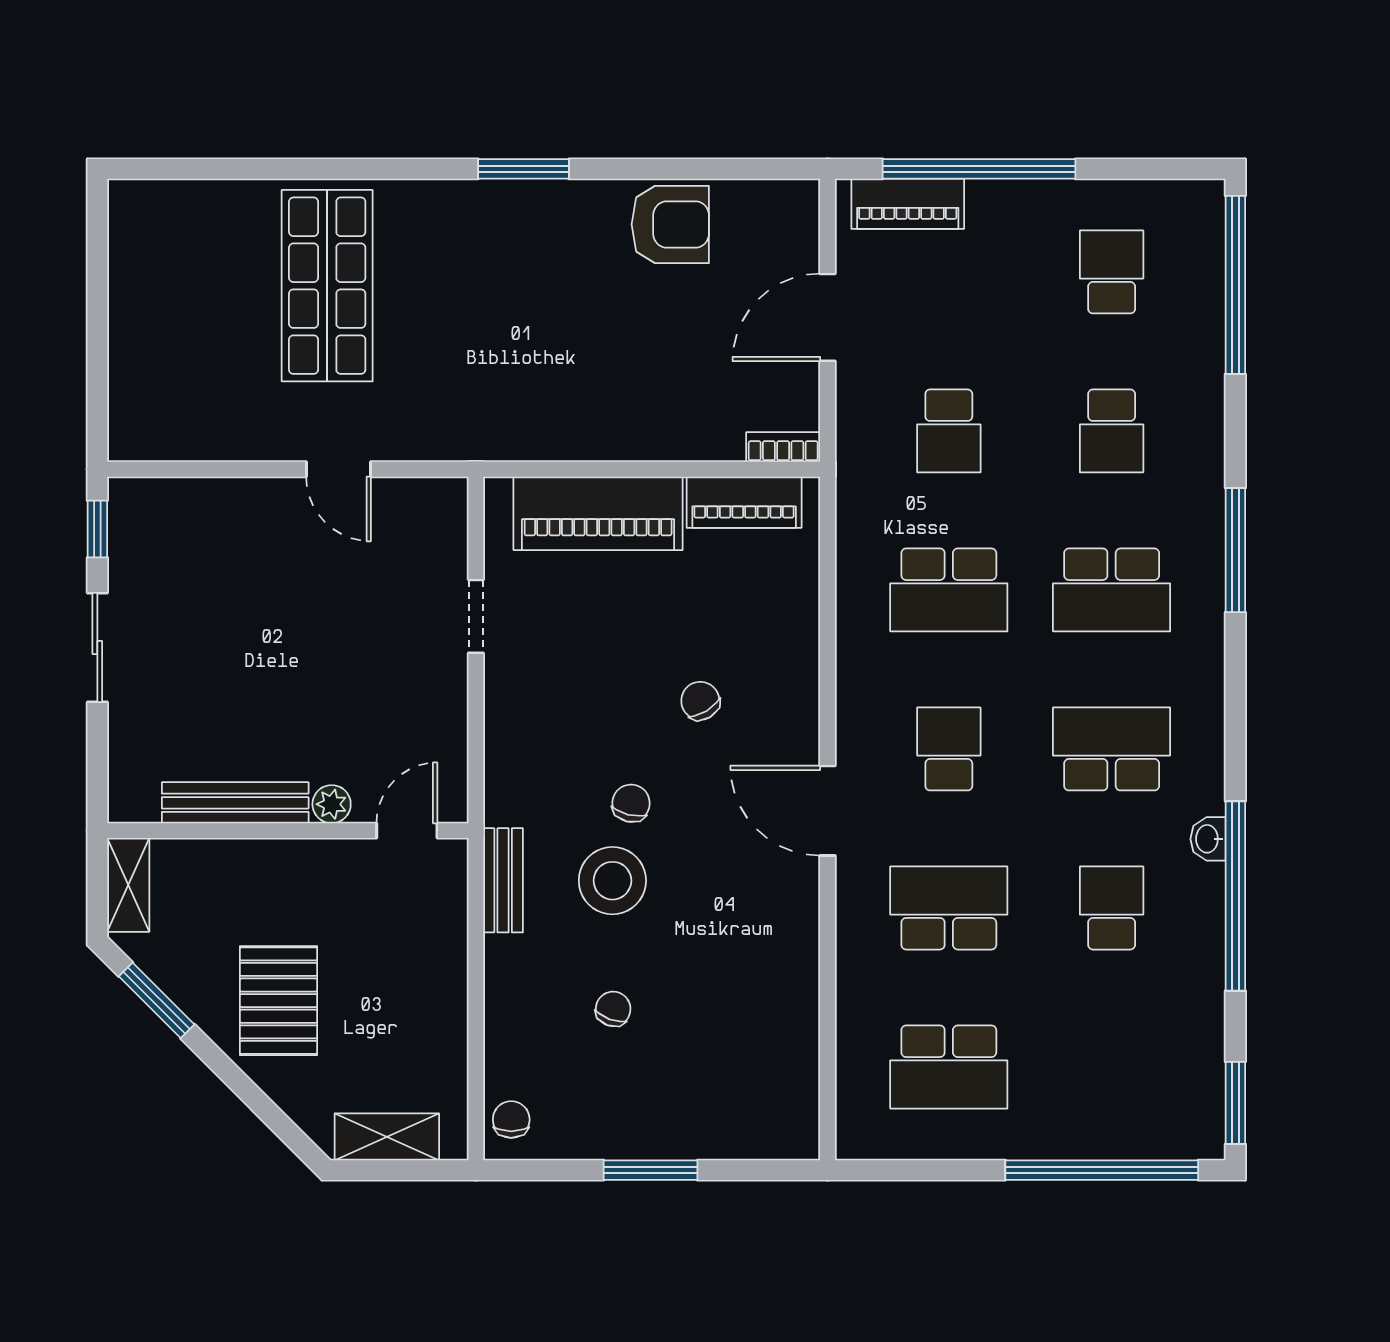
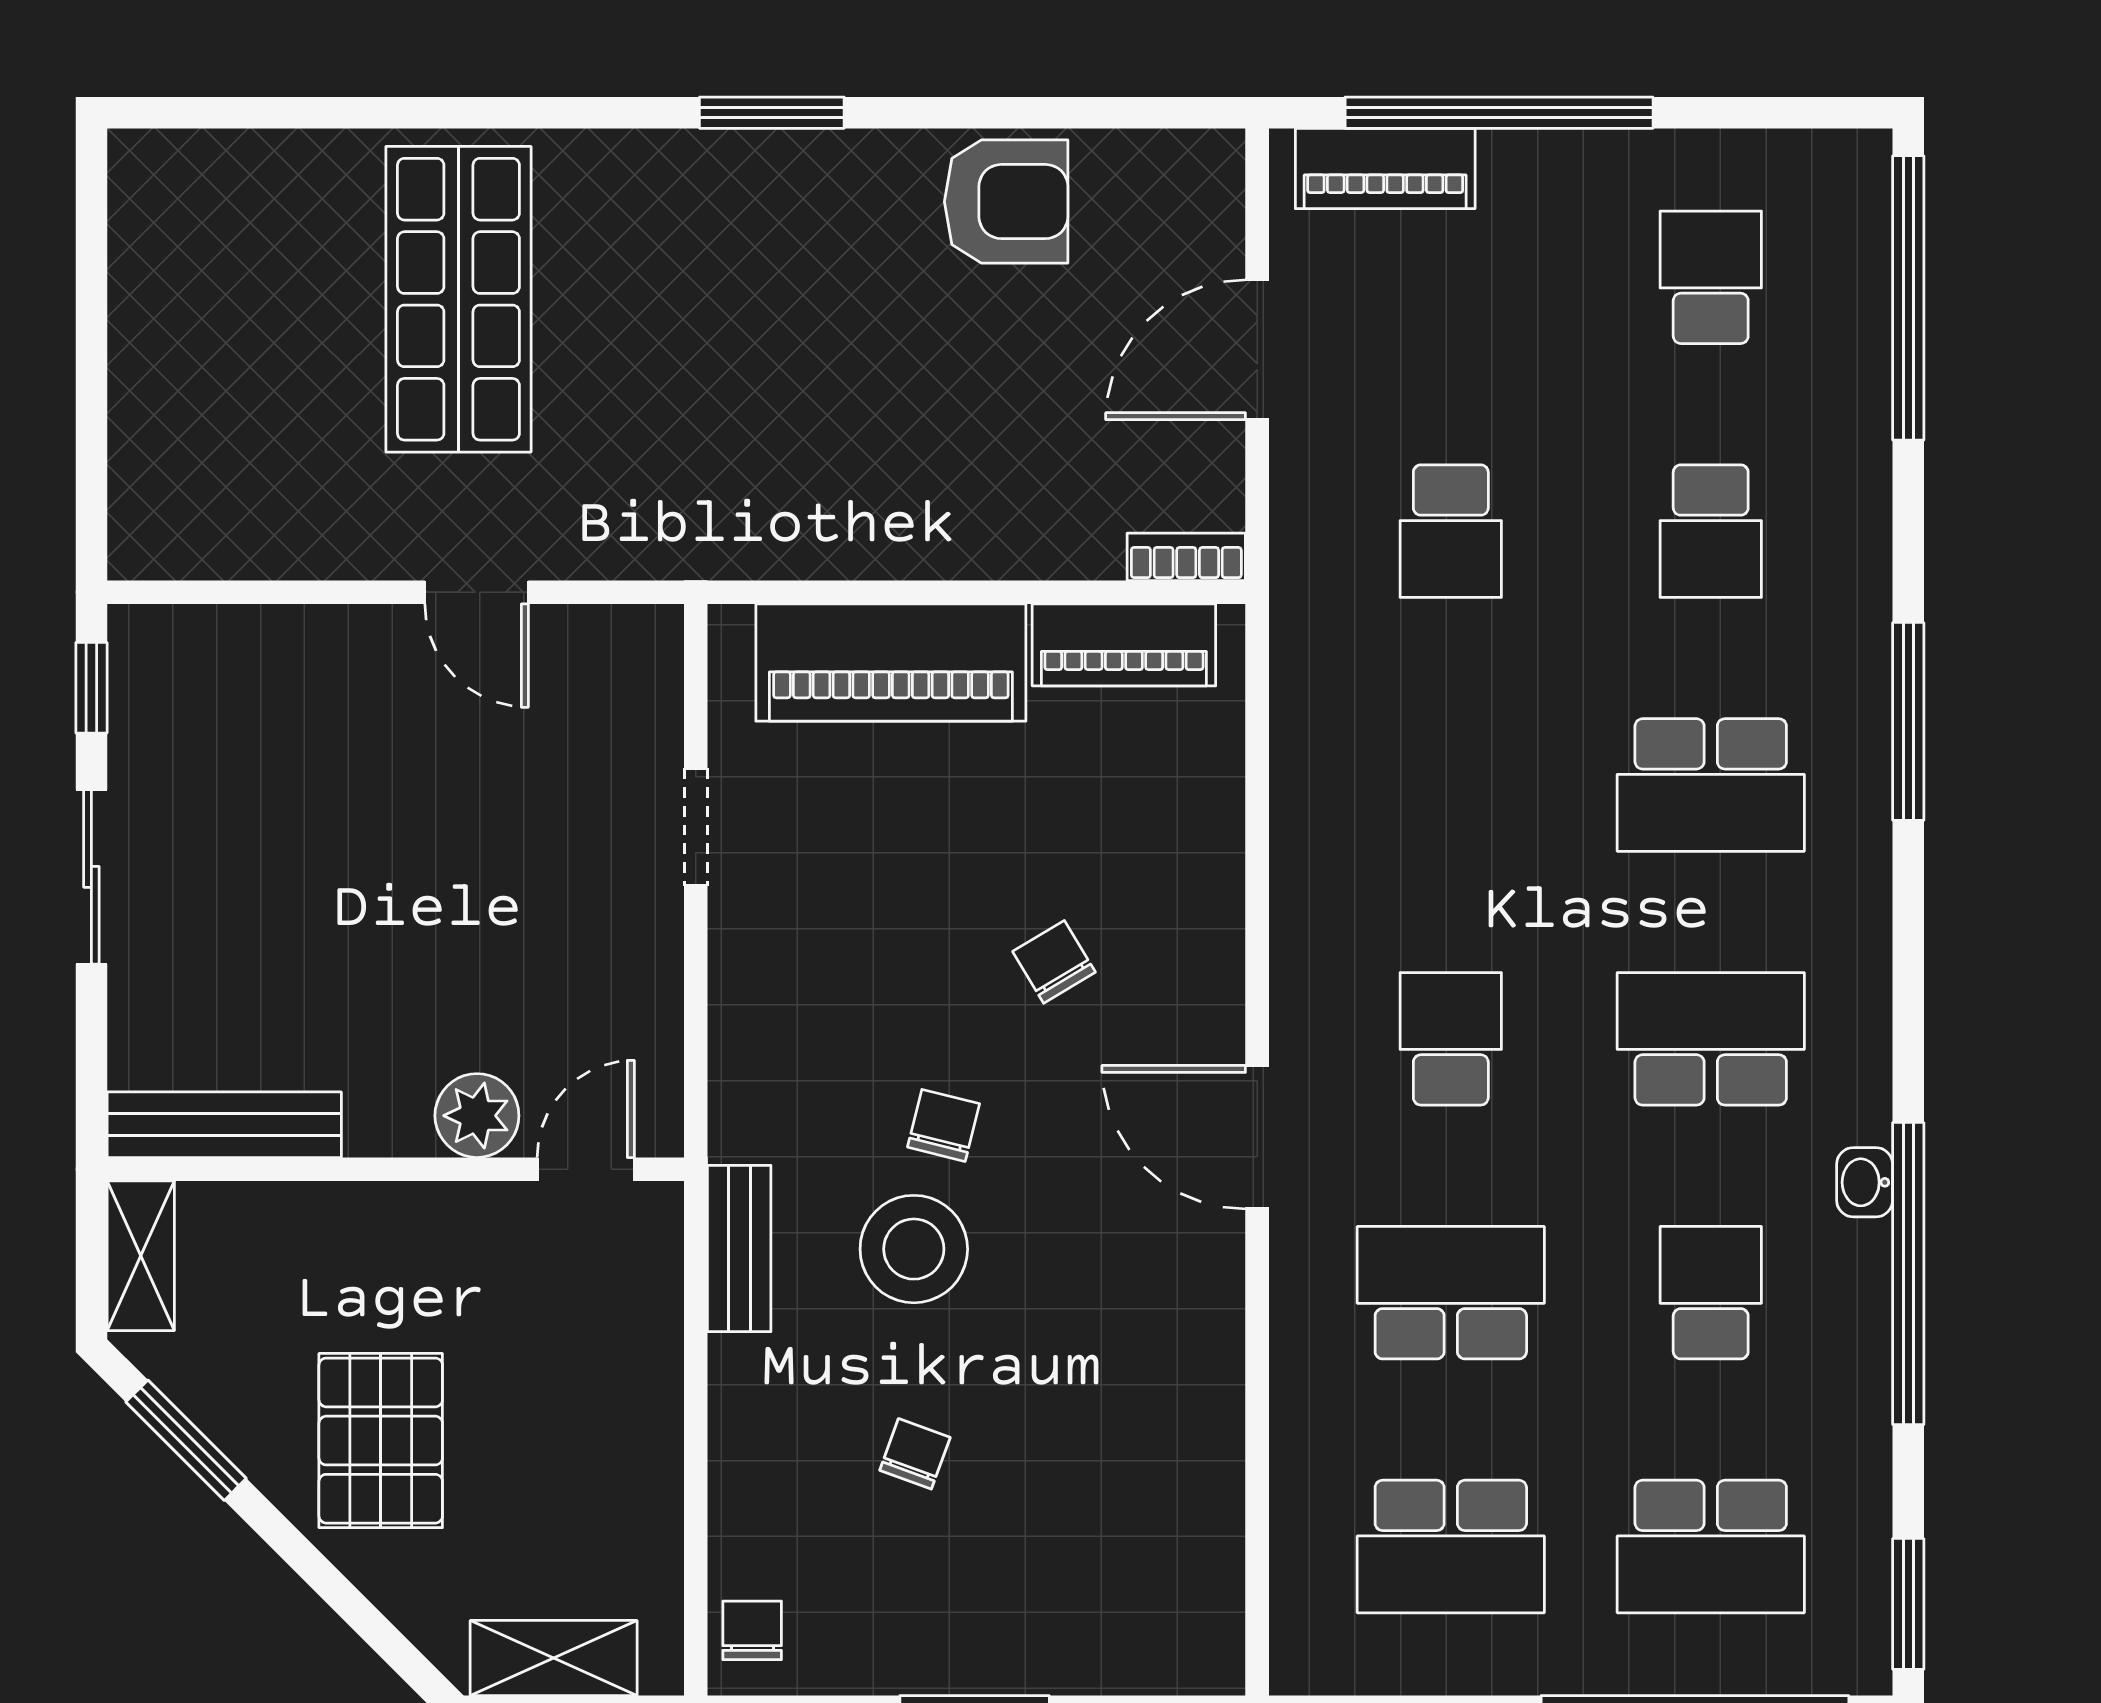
school desk: (949, 590) -> (1711, 1546), moved
bench: (235, 803) -> (224, 1125), moved
plant: (332, 804) -> (477, 1116), width x1.38, depth x1.38

